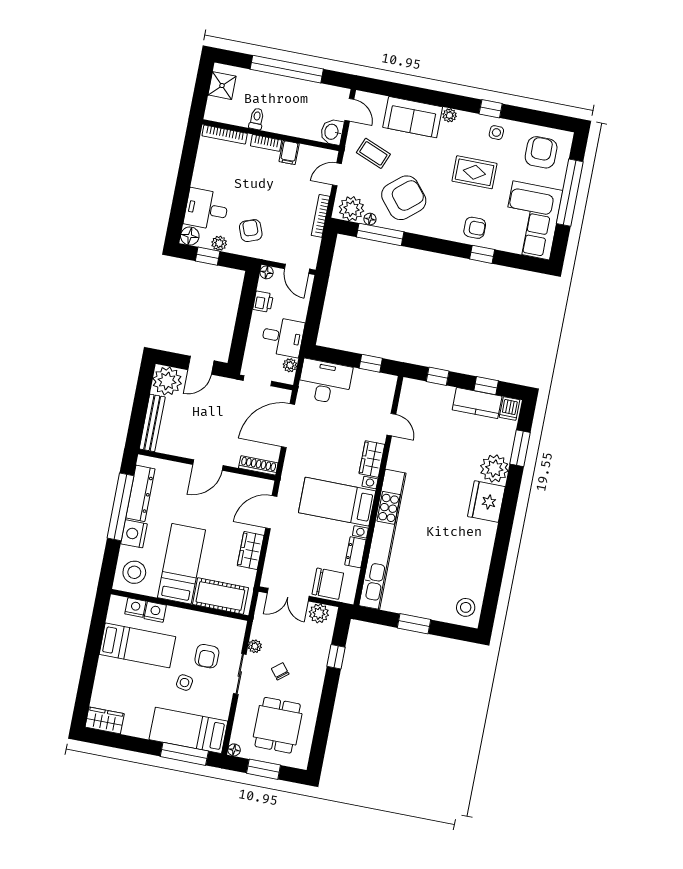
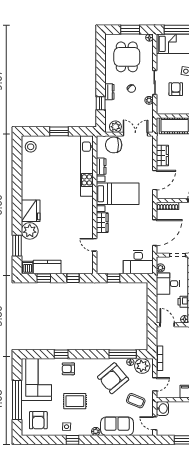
kitchen unit: (382, 539) -> (87, 166), width x0.73
dresser: (318, 673) -> (109, 92), added

